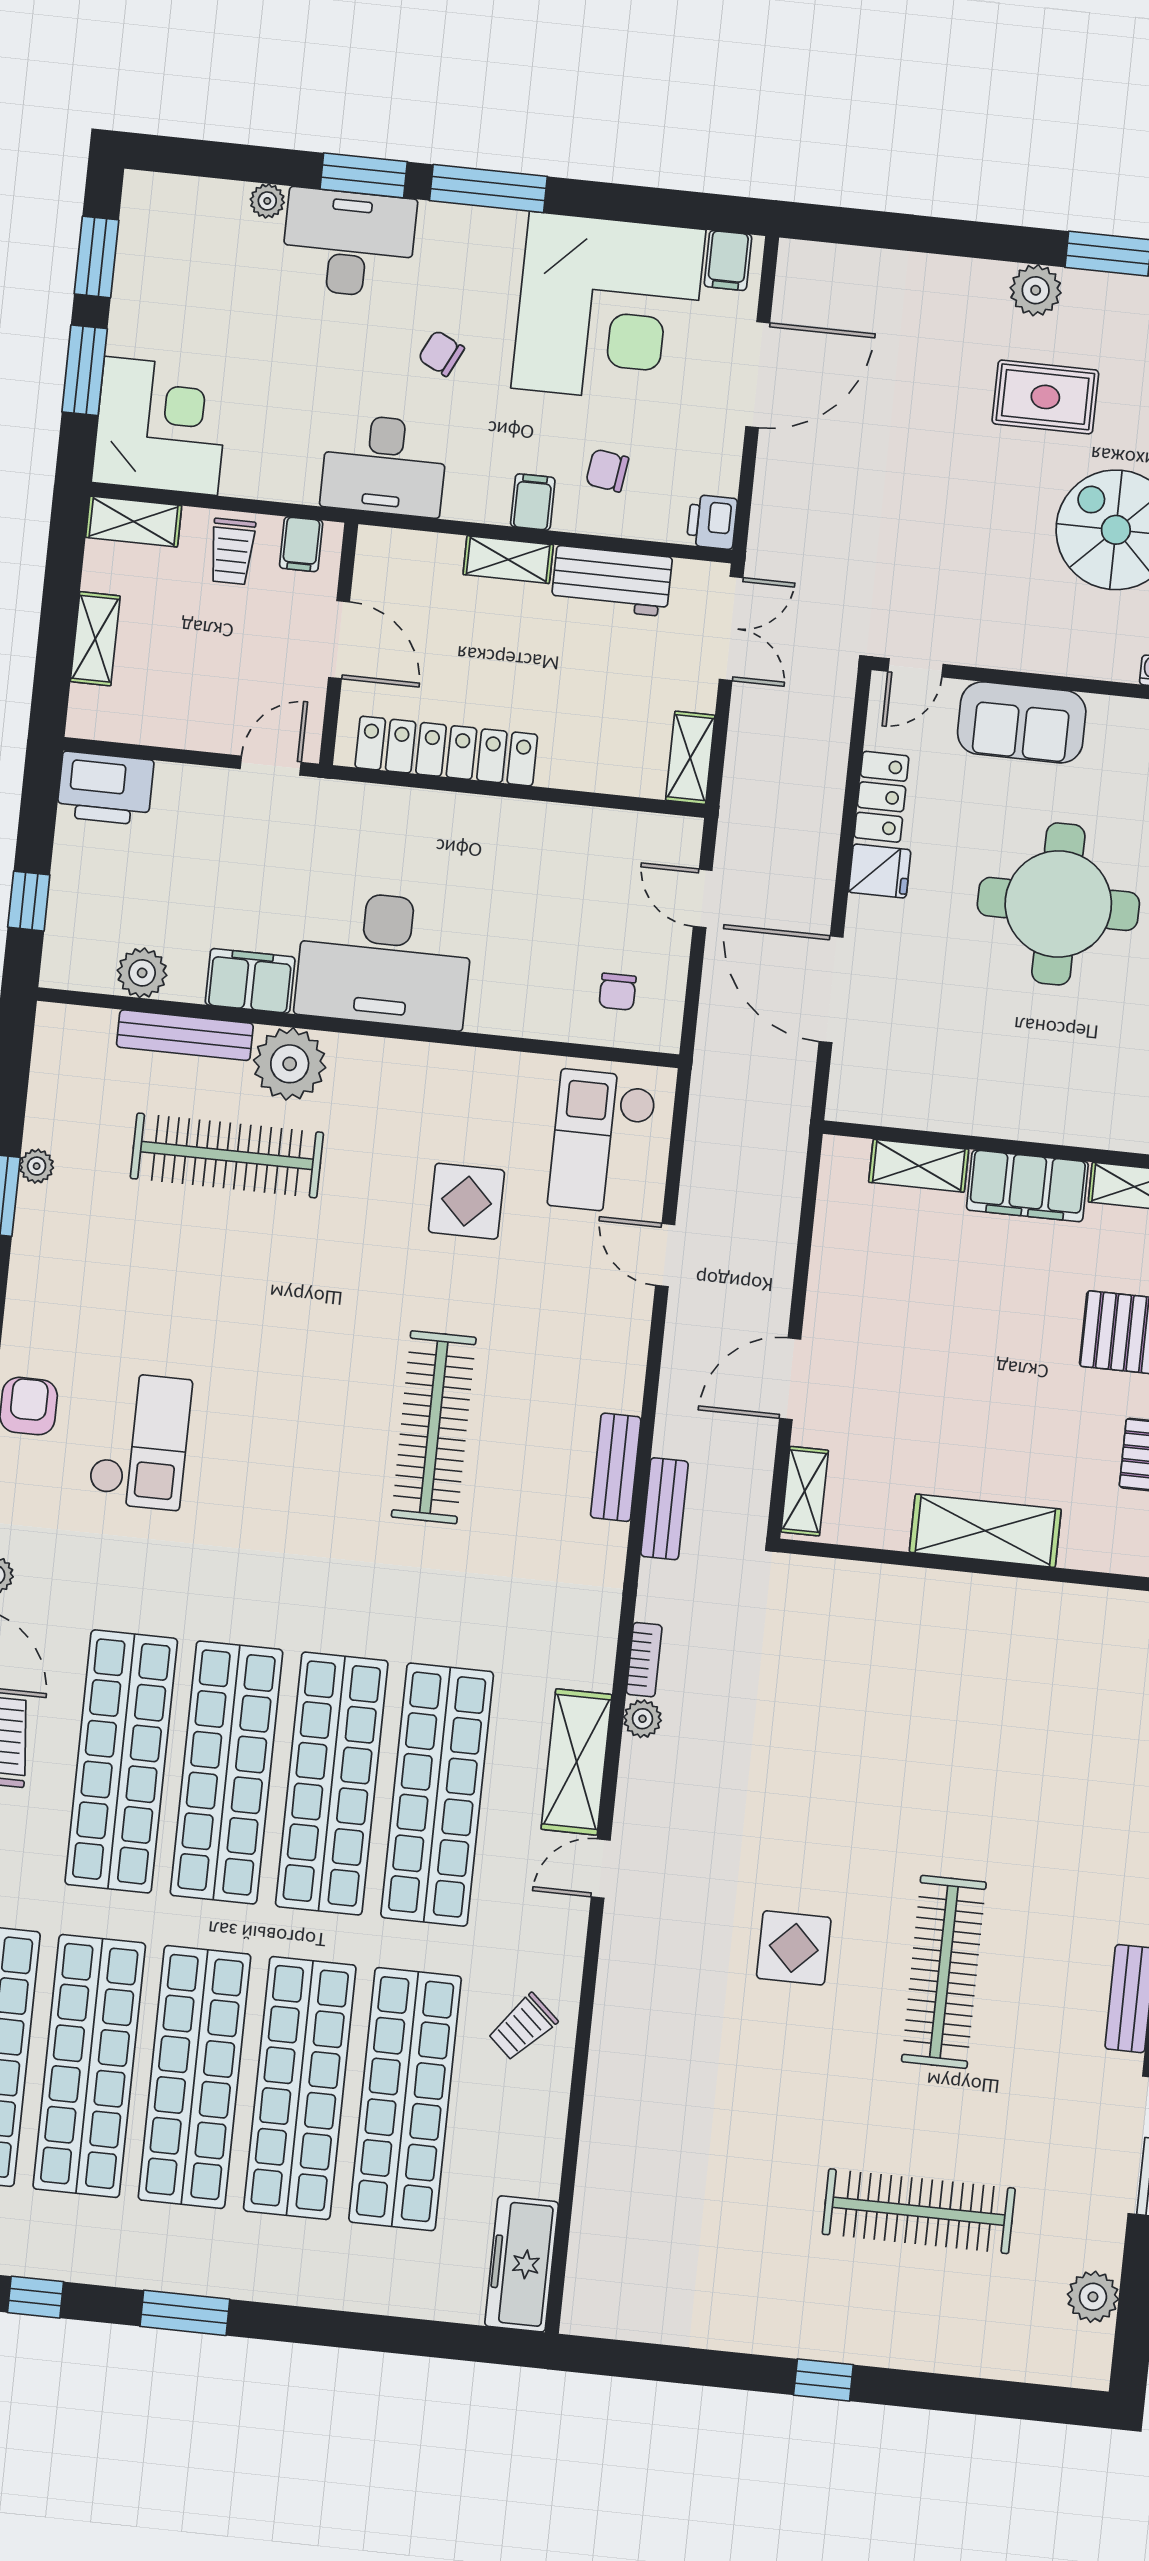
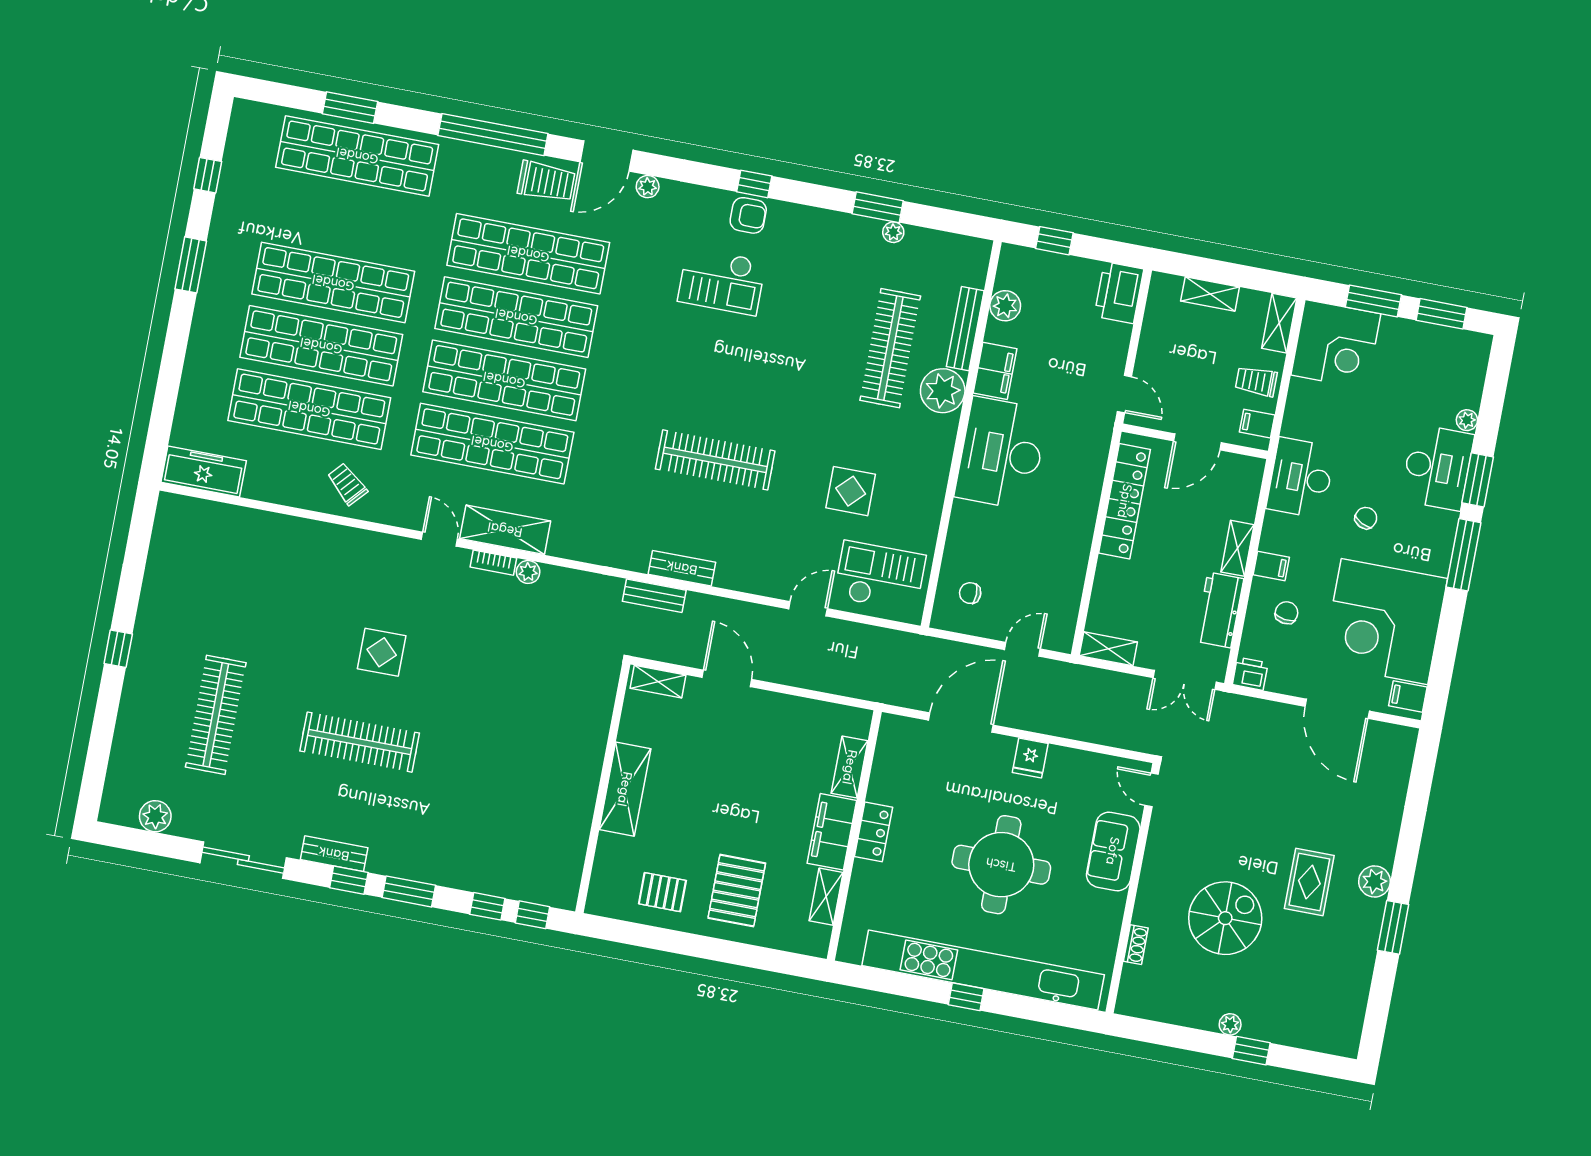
locker: (881, 797) -> (874, 832), moved, turned -90
bookcase: (644, 1660) -> (493, 563), moved
shop shelf: (89, 2066) -> (345, 219), removed

